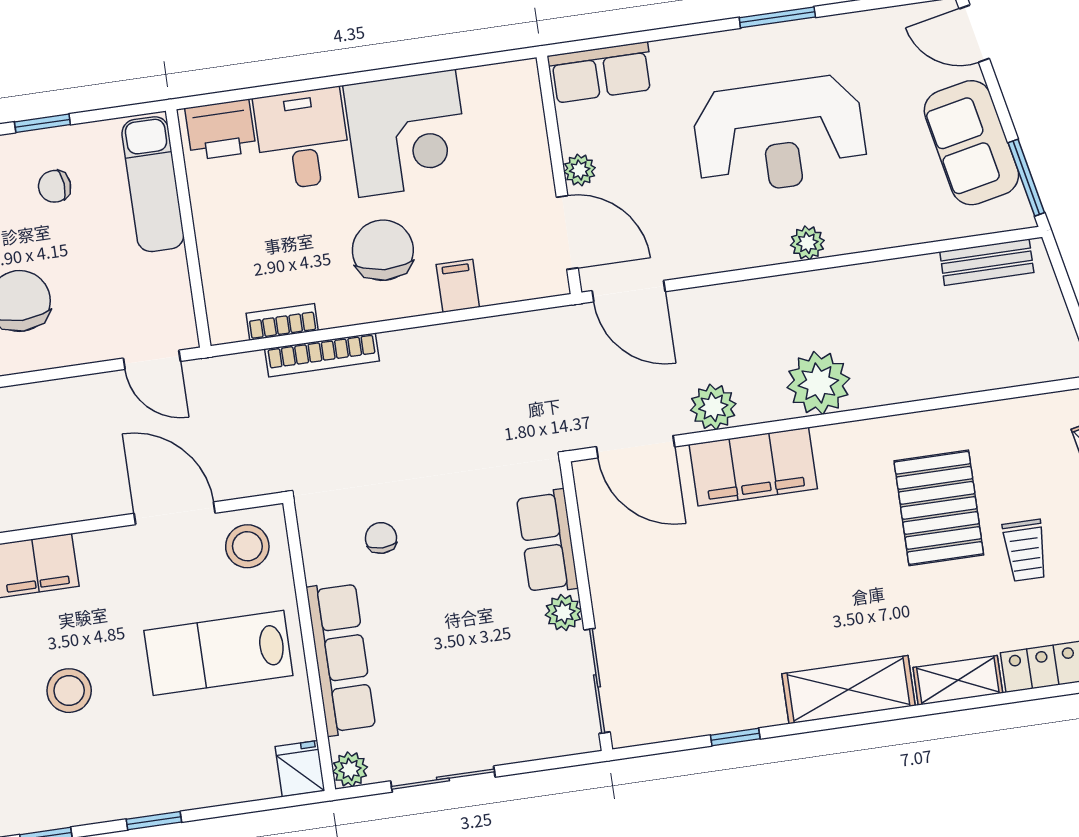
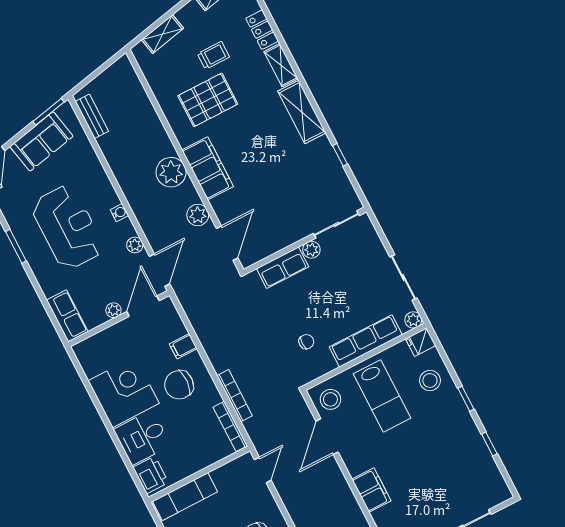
plant: (807, 243) -> (135, 245), moved
water cooler: (773, 250) -> (119, 213), added
bookcase: (282, 322) -> (230, 426), width x1.56
filing cabinet: (753, 467) -> (208, 168), moved
chair: (381, 538) -> (306, 342), turned 180
stool: (69, 691) -> (430, 381), moved

